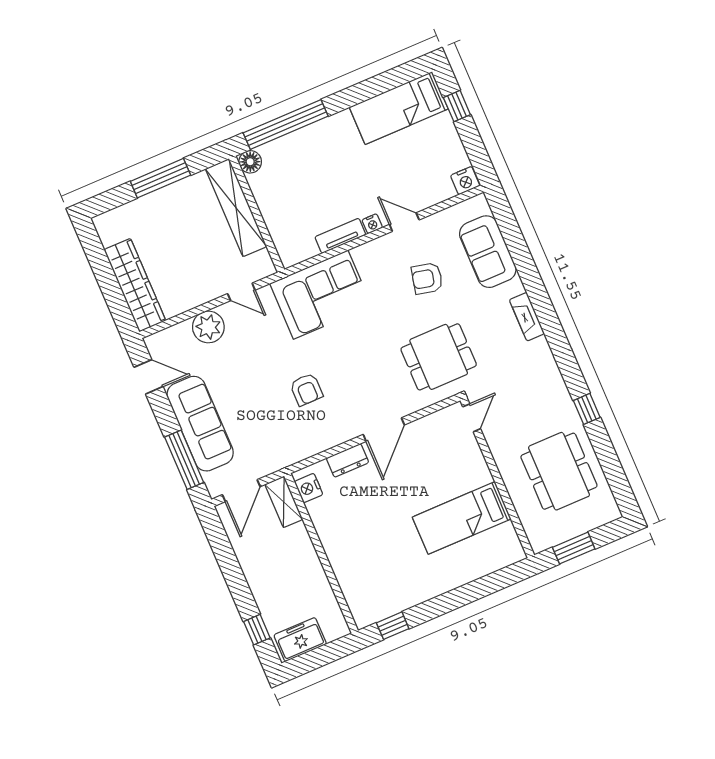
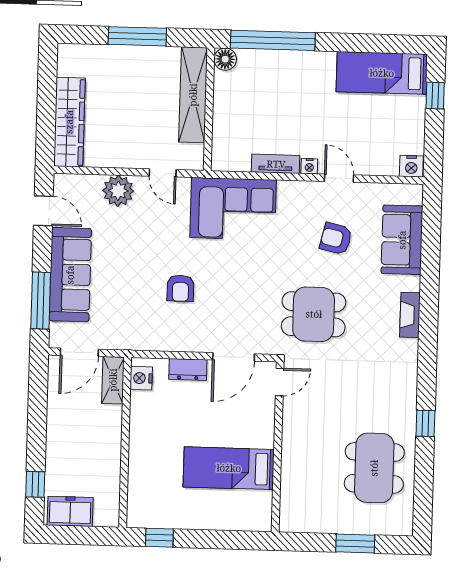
door: (472, 418) -> (280, 382), moved
wall: (497, 478) -> (278, 447), moved
bed: (462, 518) -> (229, 468), moved

